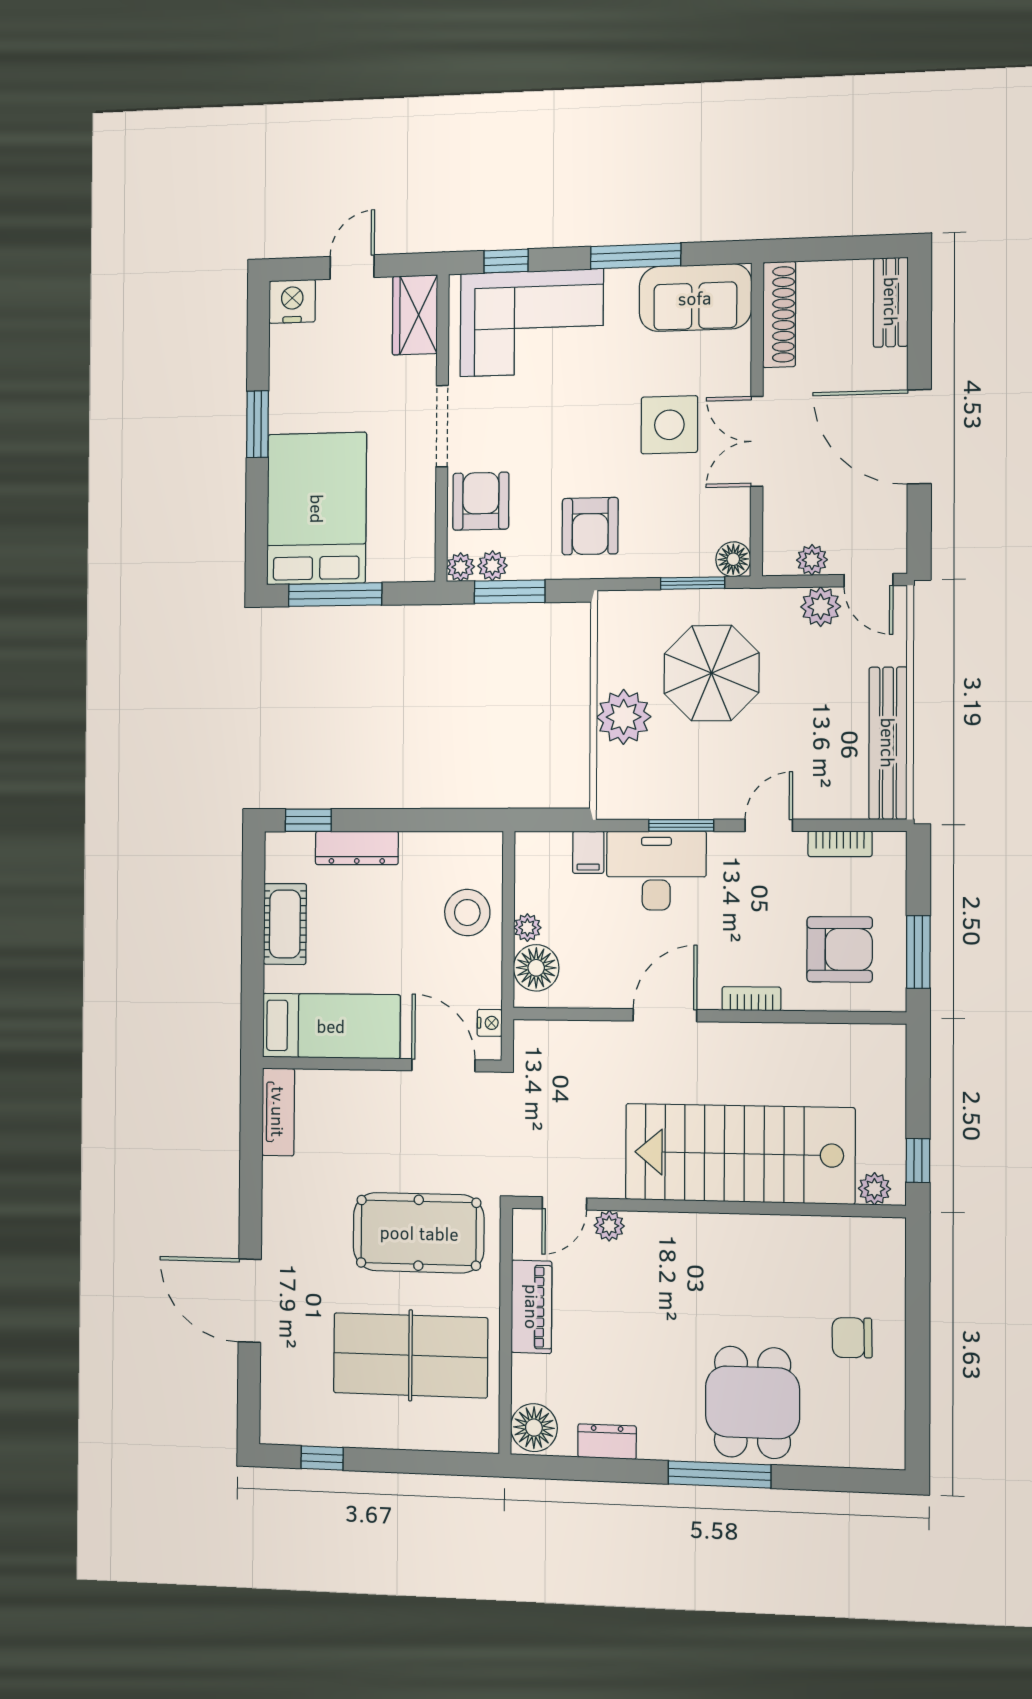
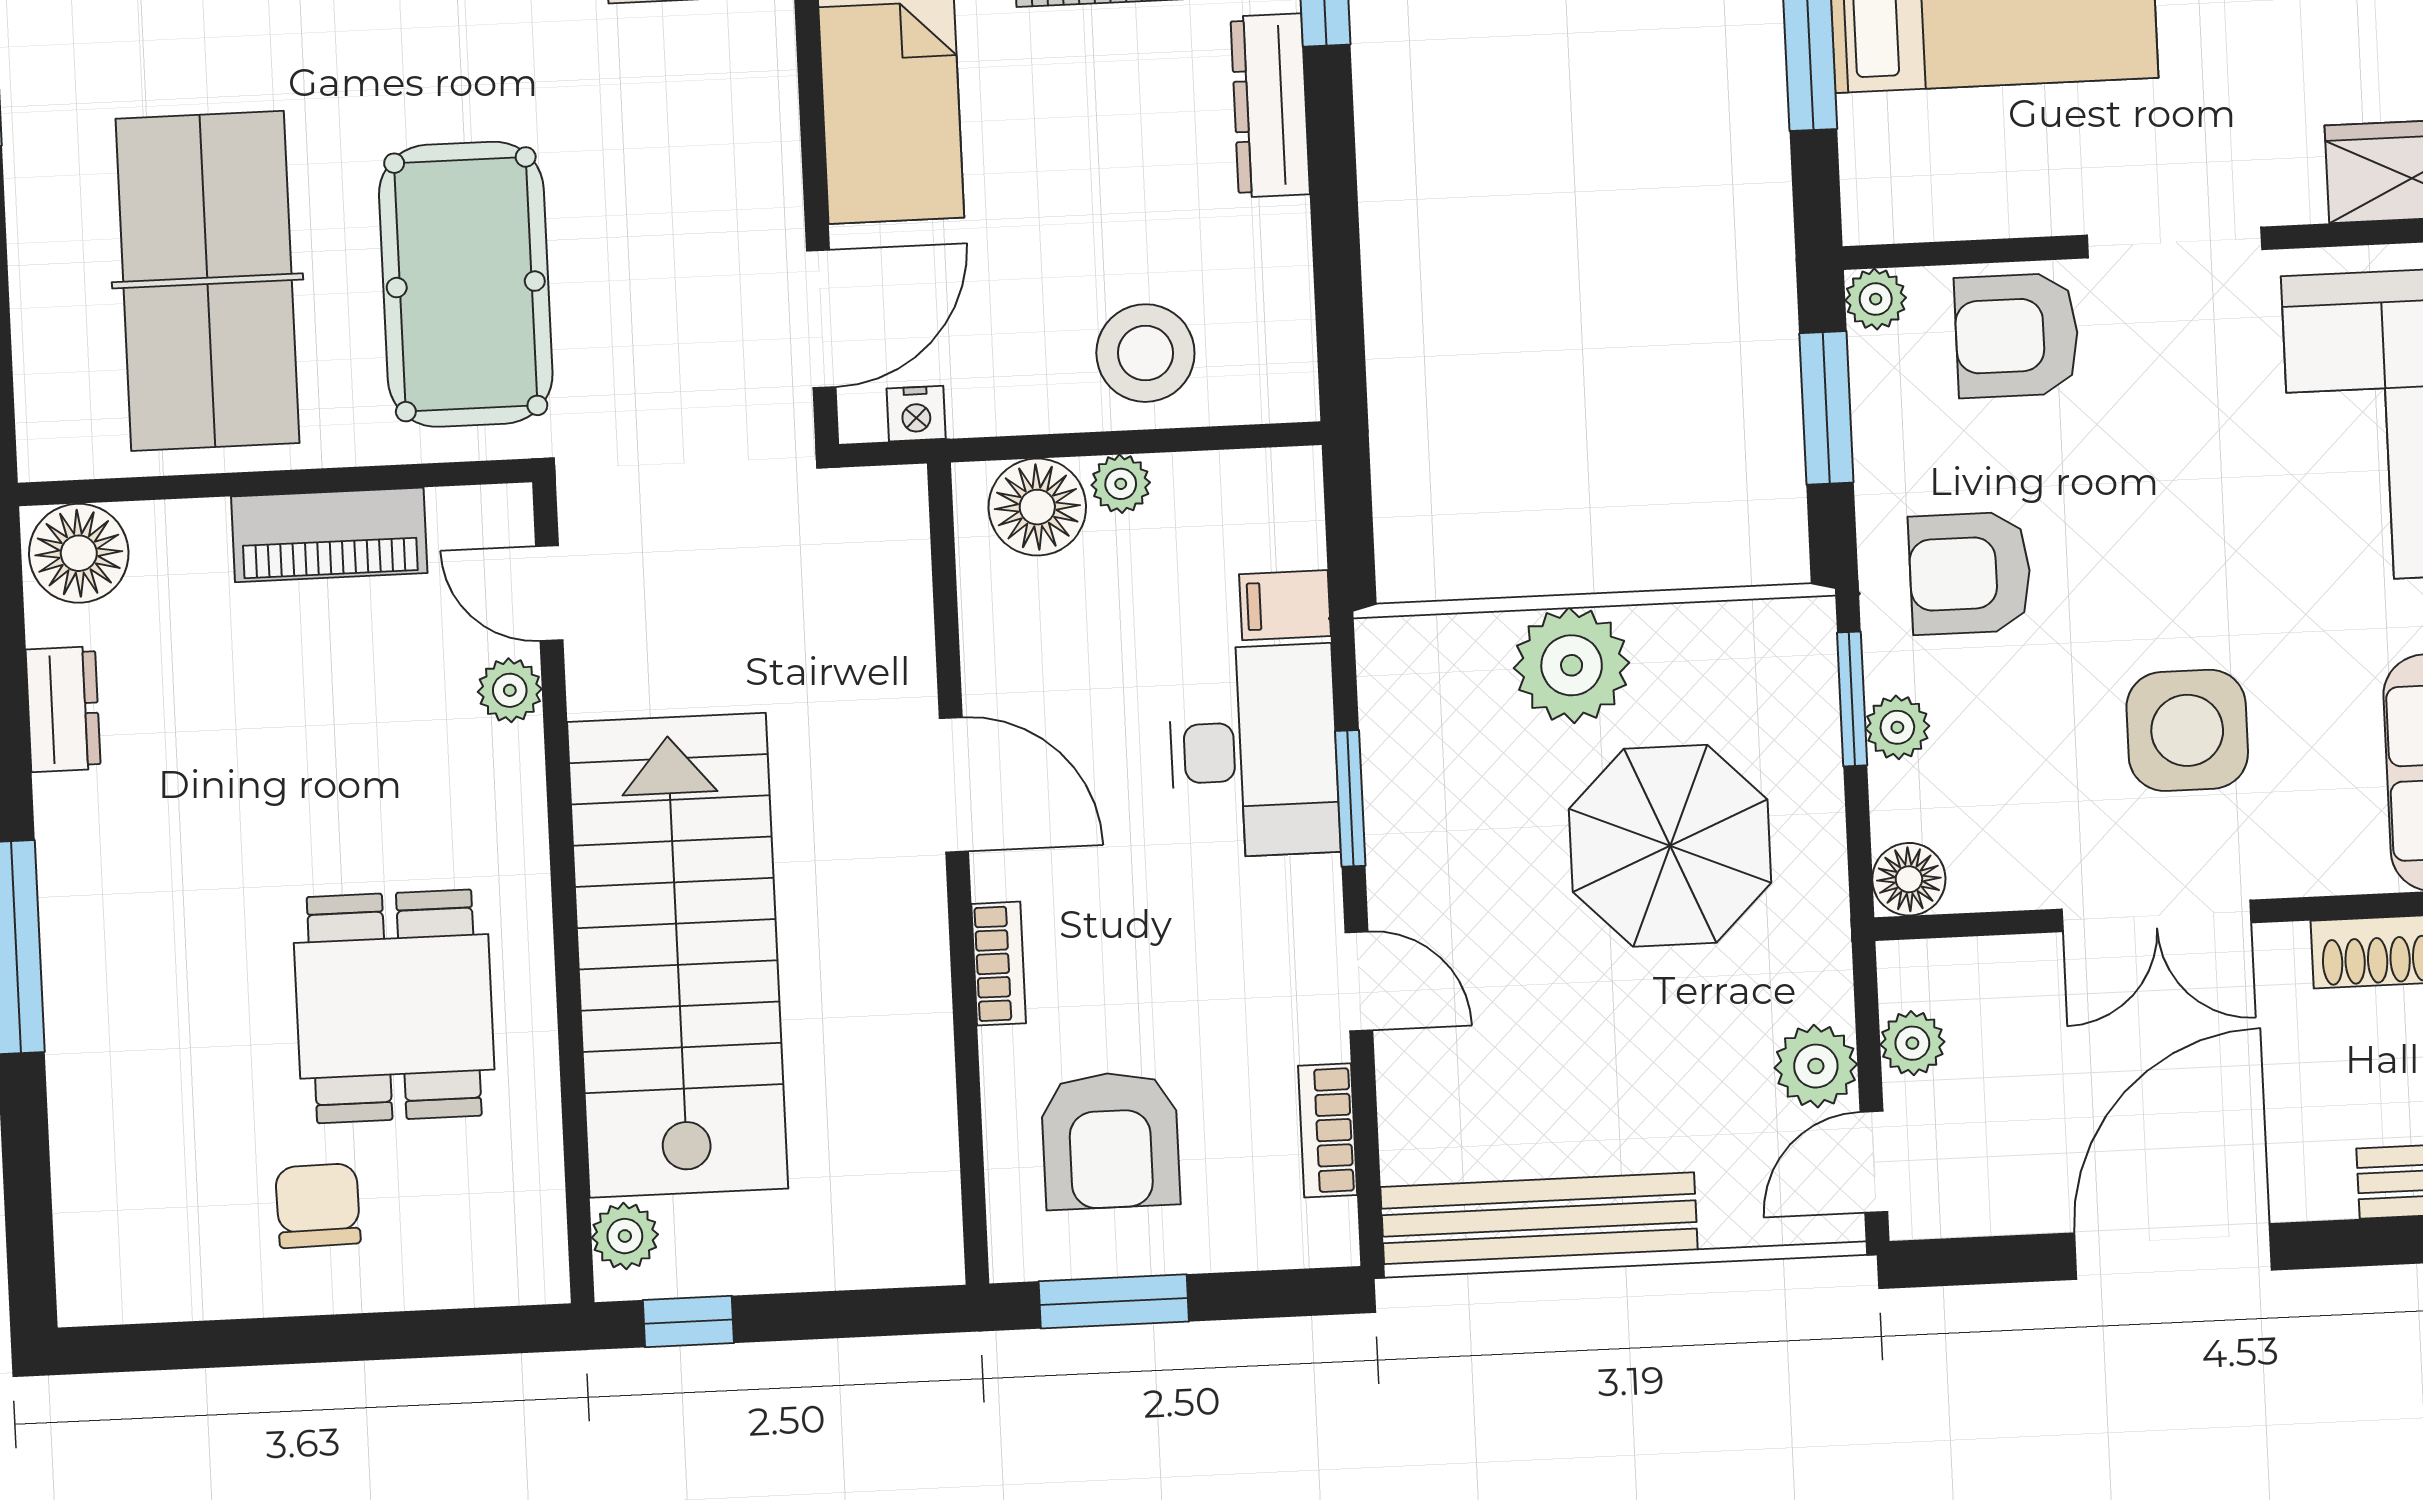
double door: (757, 441) -> (2156, 916), swing flipped
armchair: (481, 501) -> (2017, 335), turned 180
plant: (492, 566) -> (1897, 727), moved
window: (693, 583) -> (1852, 699), moved
dining table: (752, 1402) -> (394, 1006), moved, turned 90

